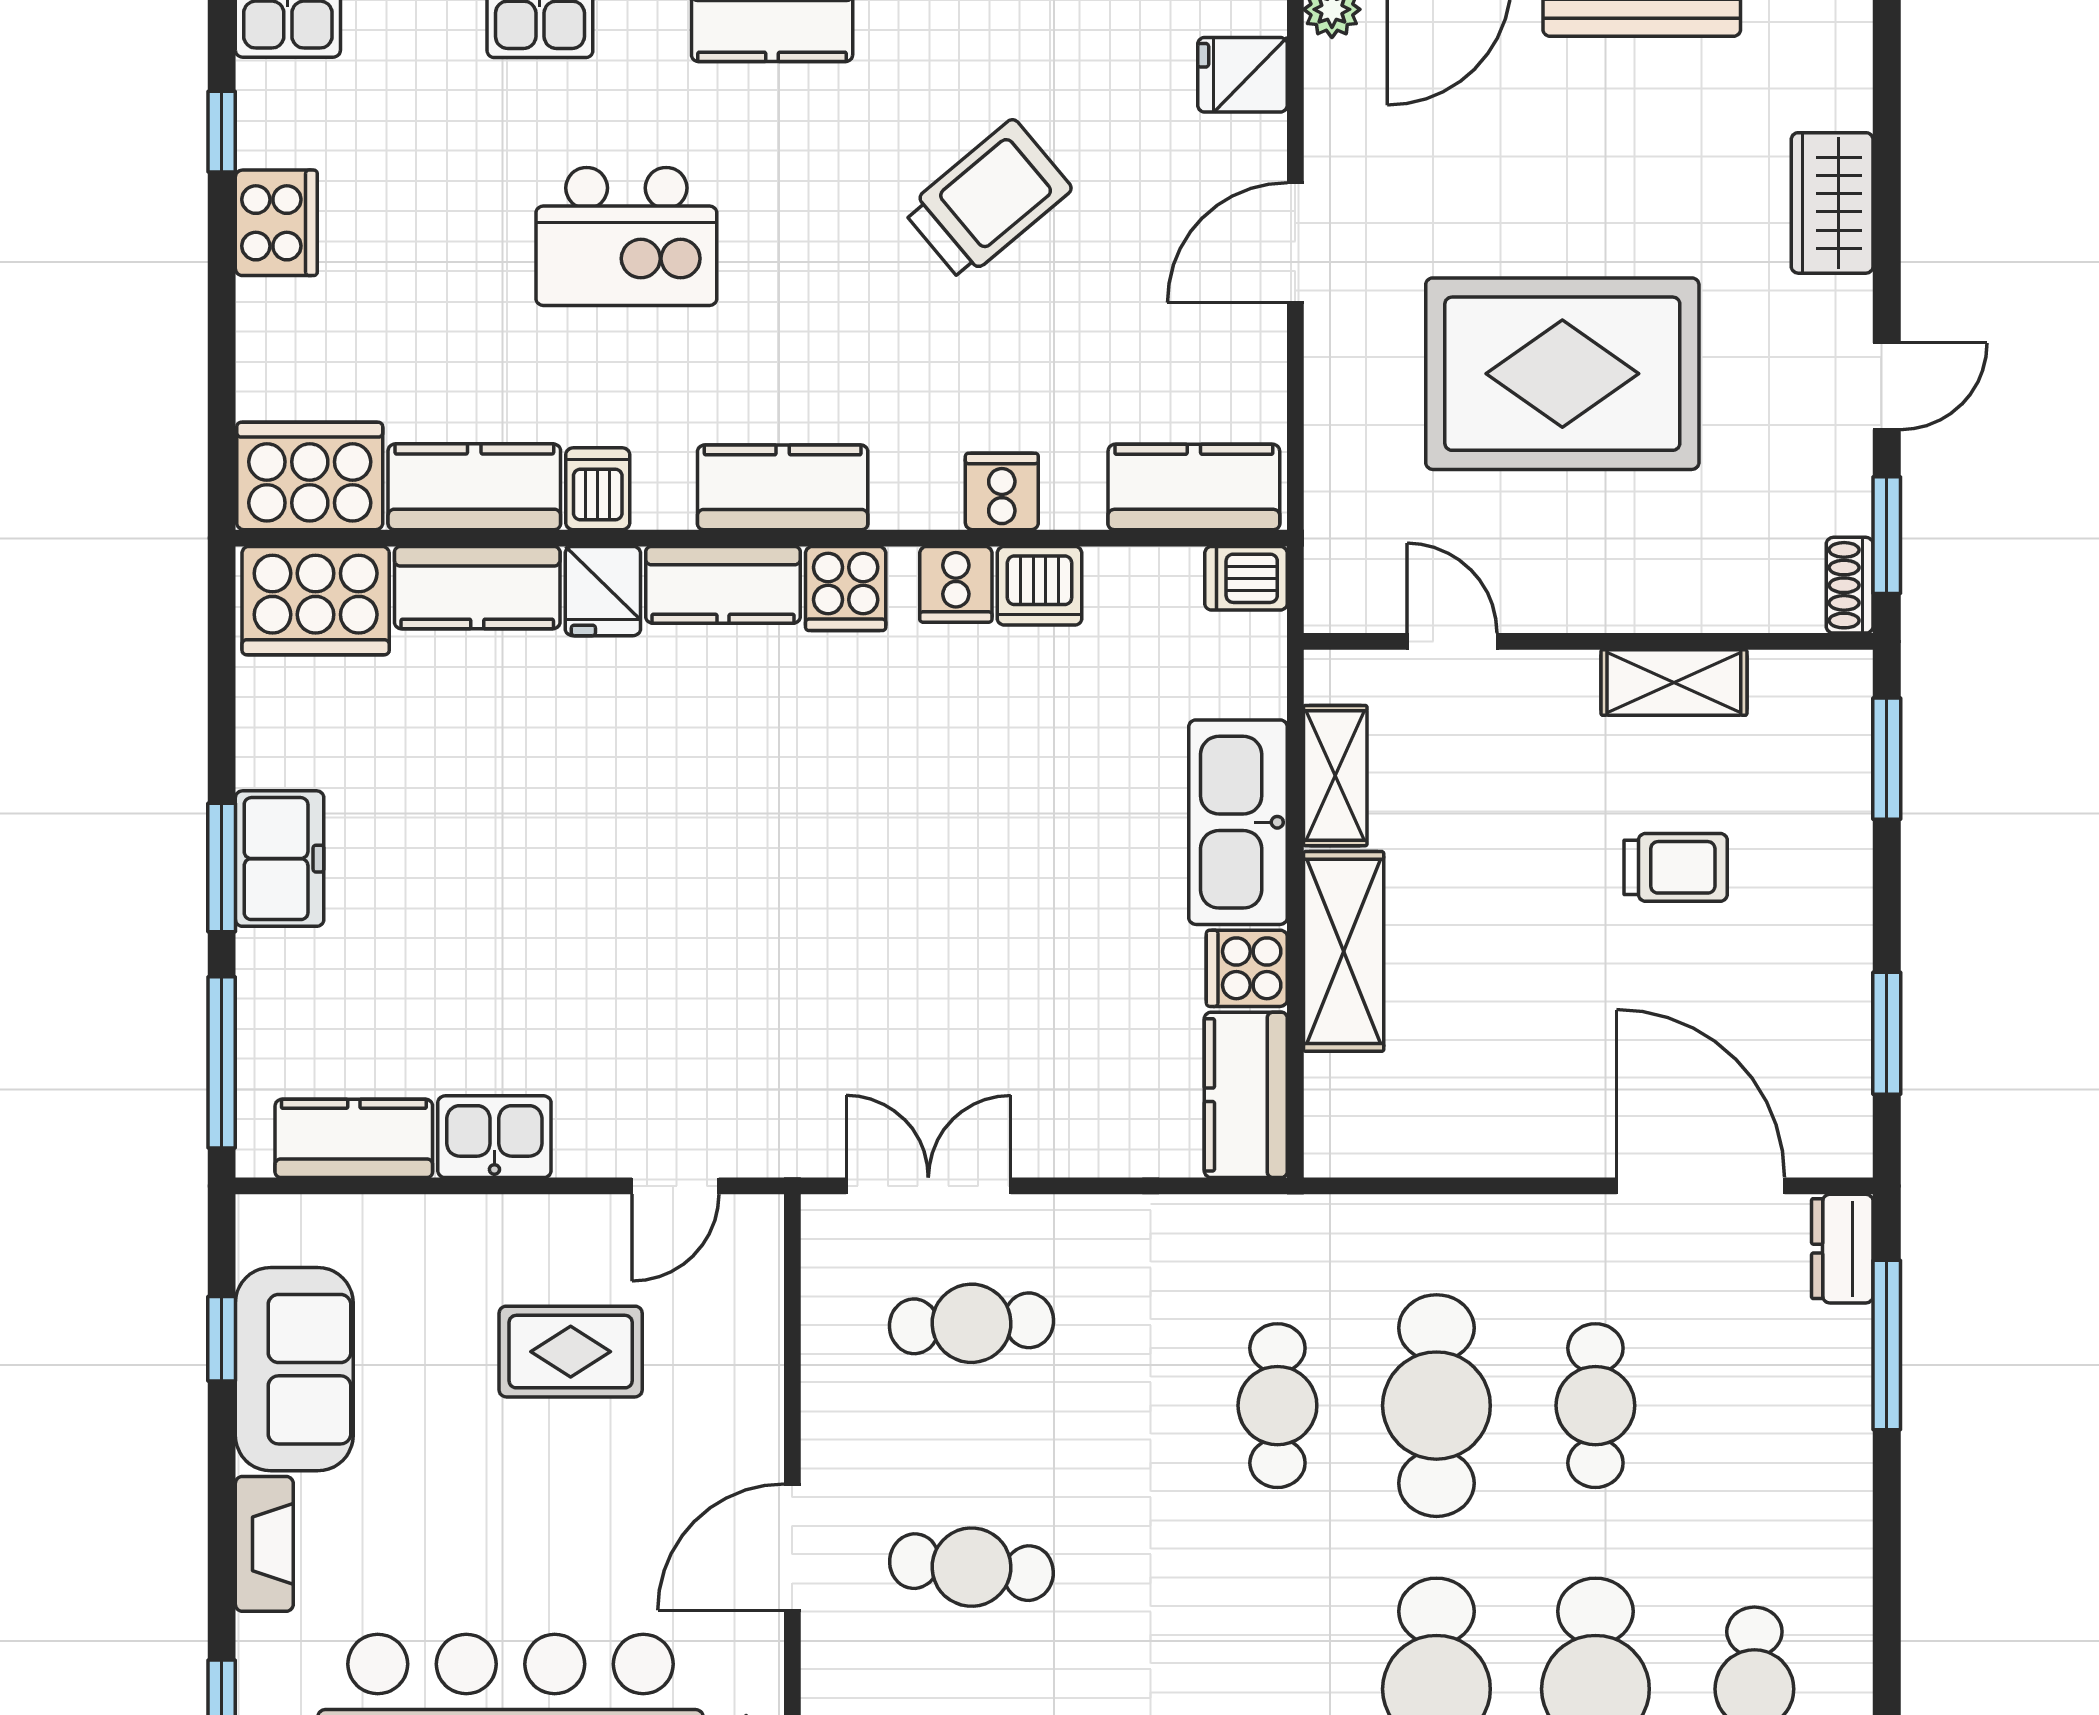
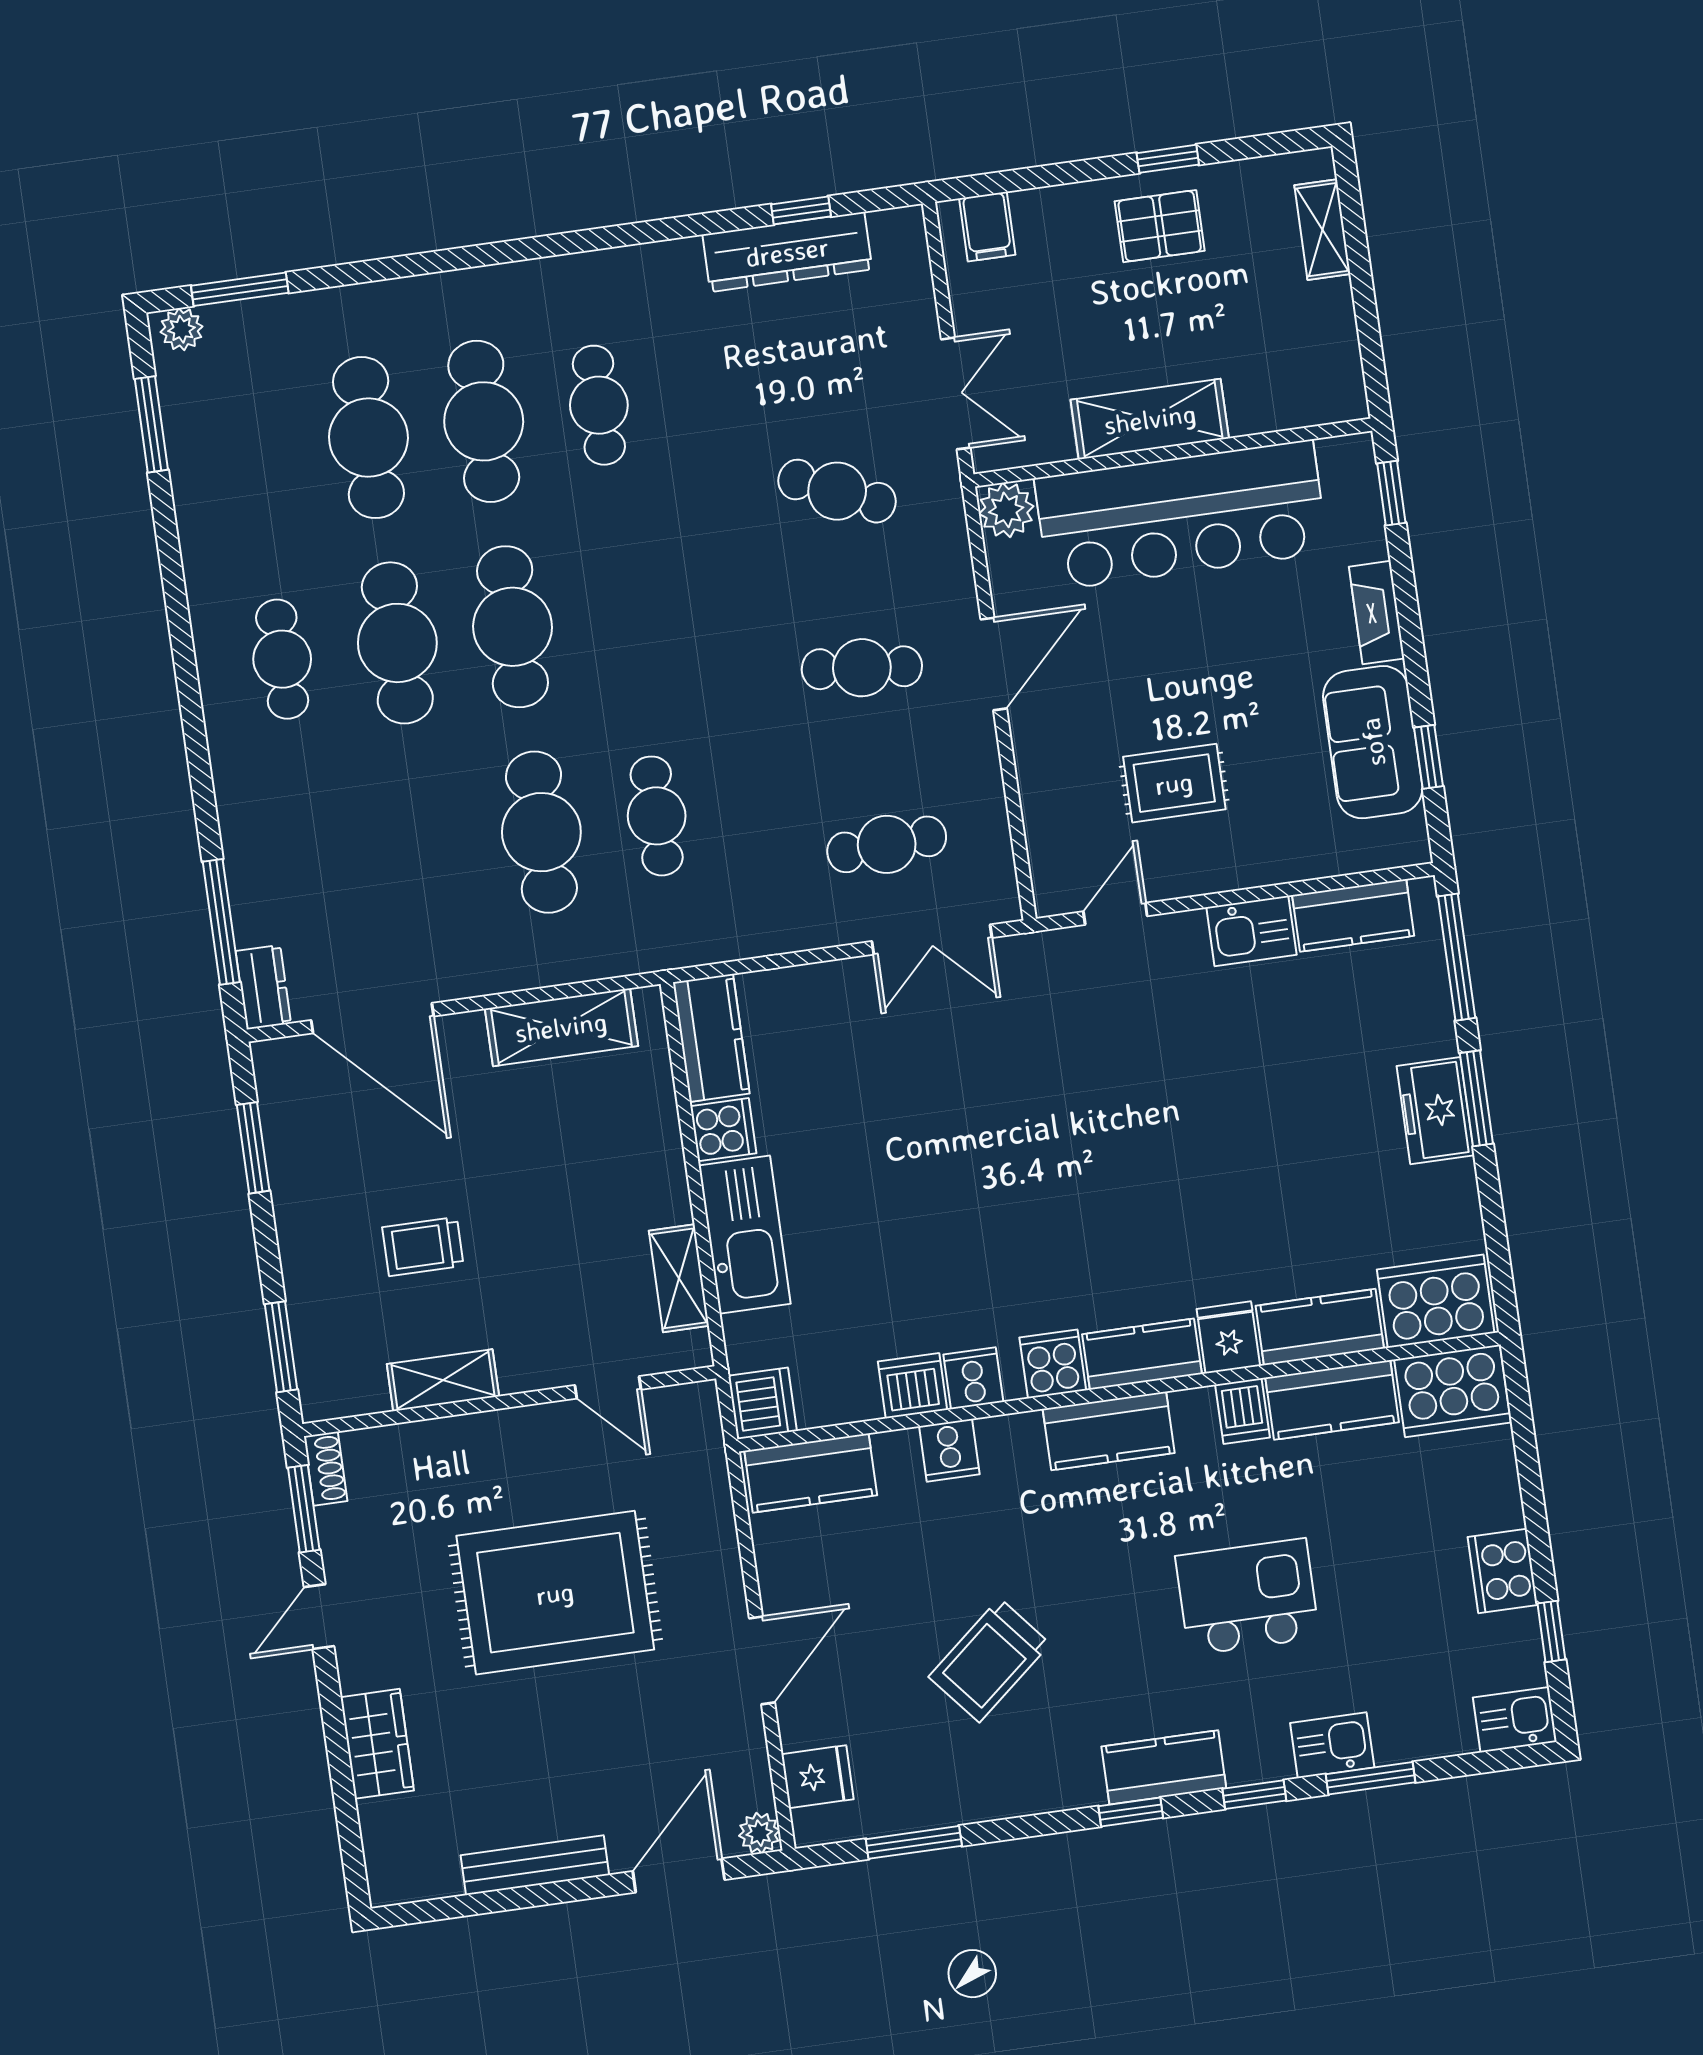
dishwasher: (1246, 578) -> (762, 1403), width x1.38
shelving: (1344, 951) -> (561, 1027), moved, turned 90
cafe table: (1595, 1406) -> (426, 848), removed

